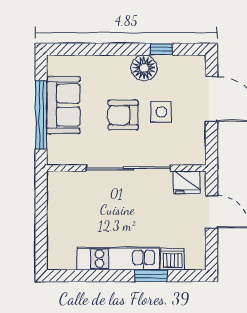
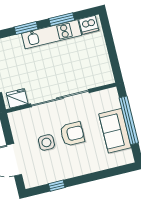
floor lamp: (144, 68) -> (66, 170), removed
dishwasher: (173, 259) -> (89, 25), moved
window: (99, 276) -> (62, 19), added

